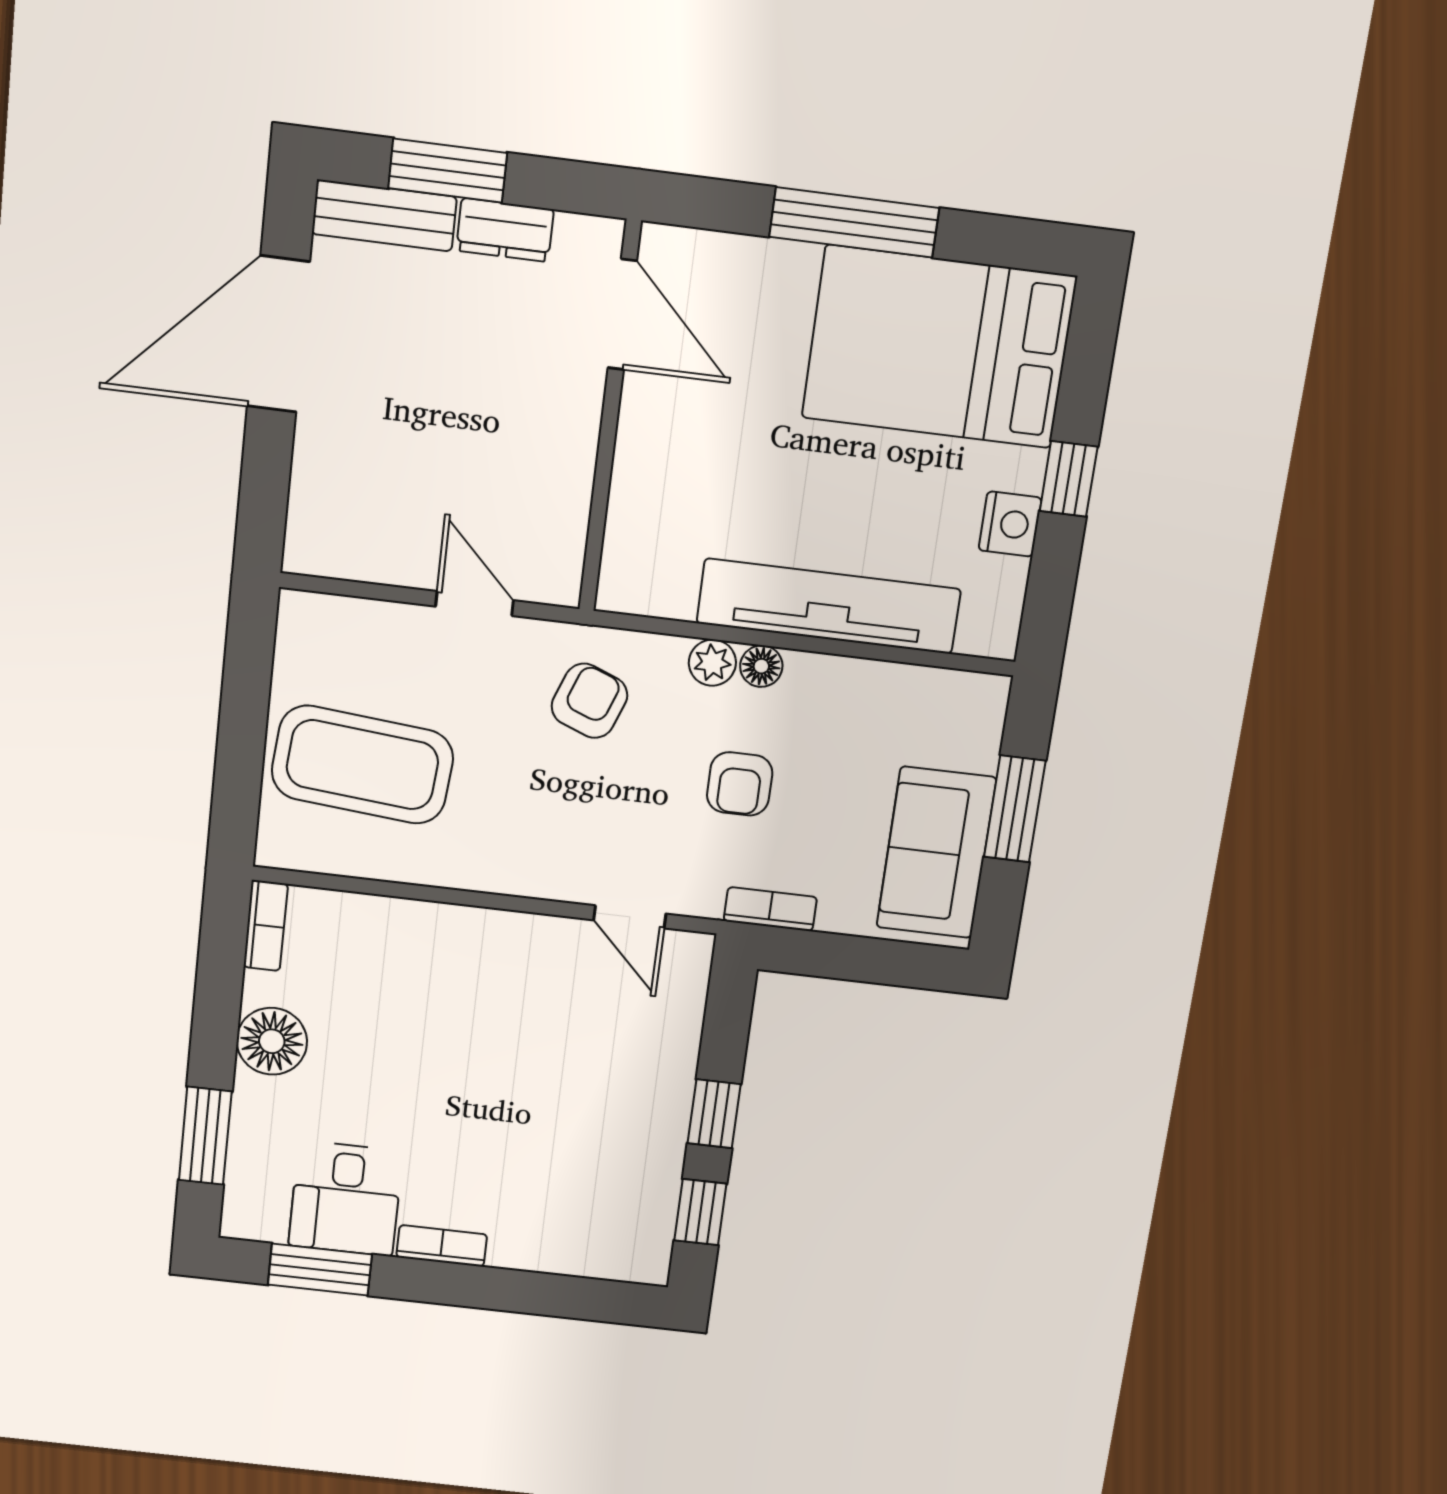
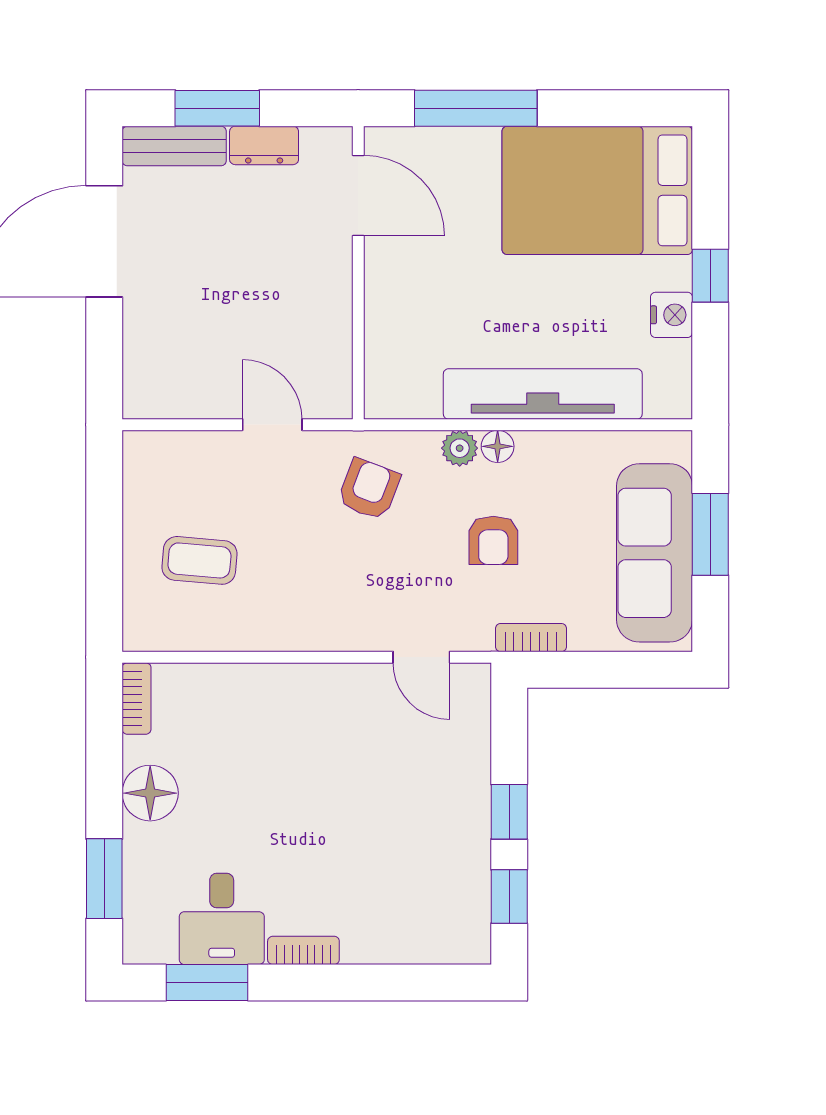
window: (854, 222) -> (476, 108), moved
coffee table: (362, 765) -> (199, 560), width x0.54, depth x0.58
sofa: (936, 853) -> (655, 553), width x1.36

